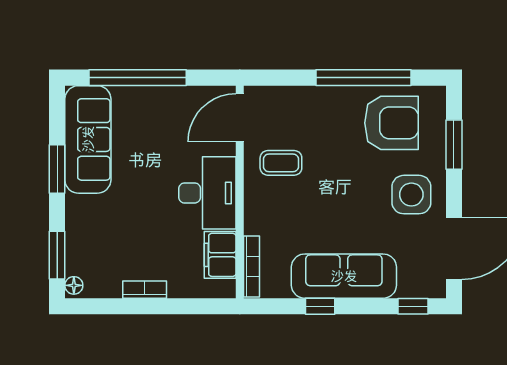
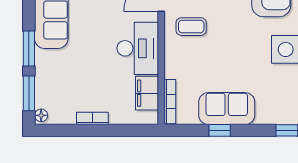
window: (57, 169) -> (29, 49), moved
sofa: (344, 276) -> (227, 109), width x0.73

